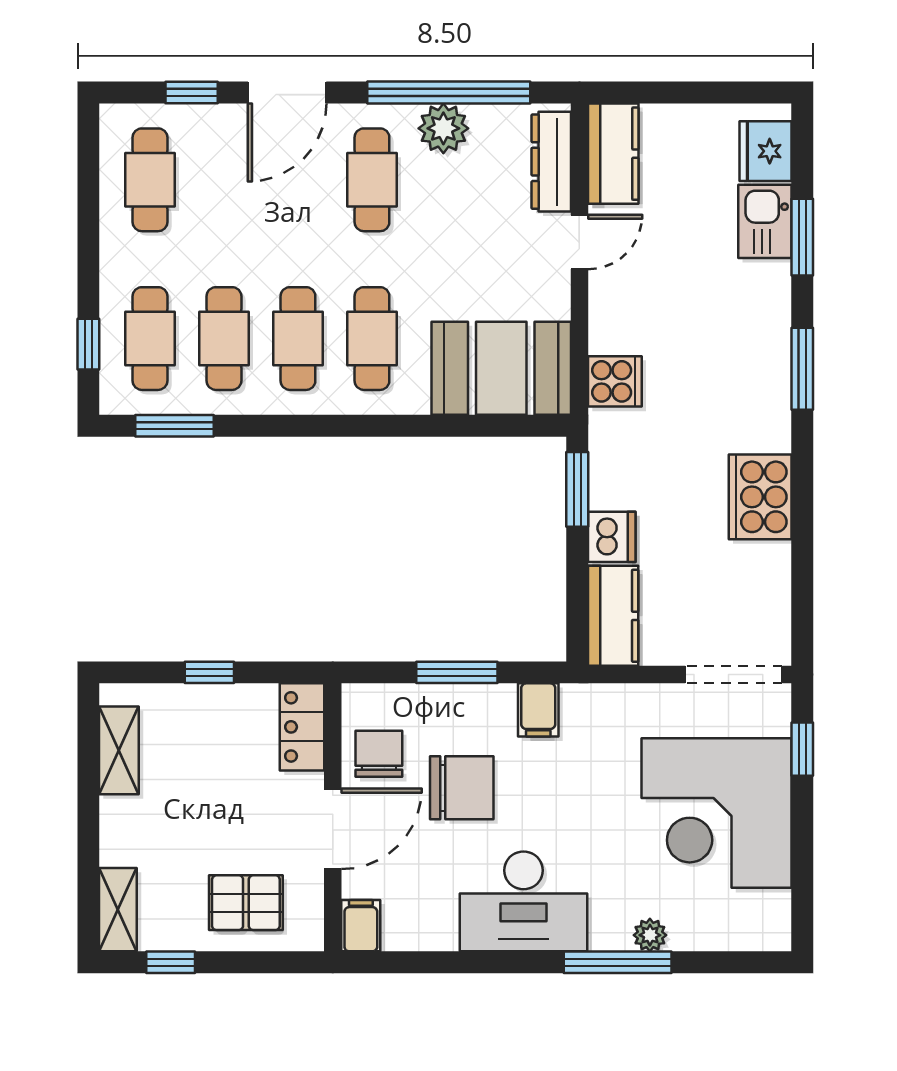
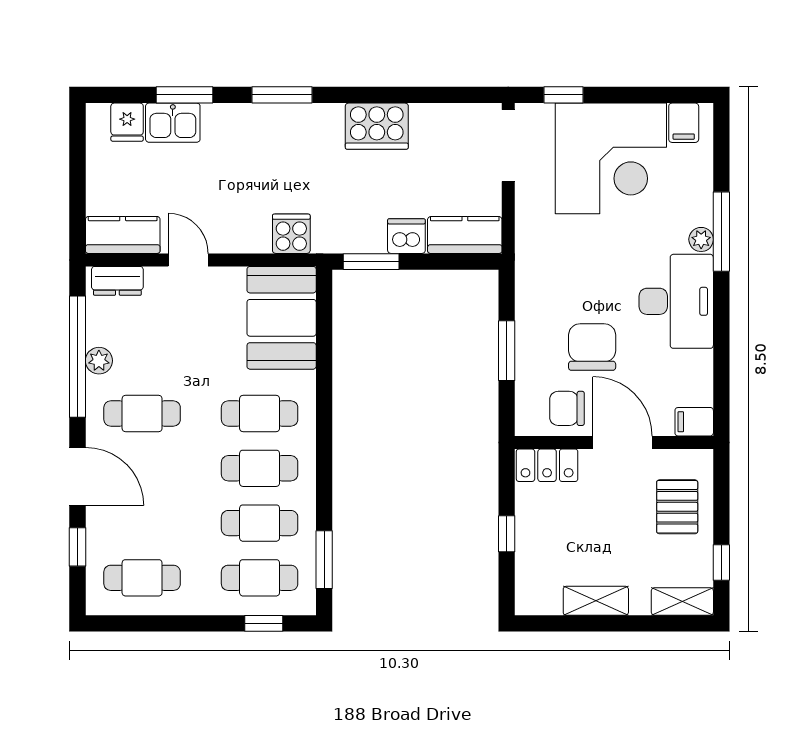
plant: (443, 128) -> (99, 361), width x0.73, depth x0.73
fridge: (766, 151) -> (127, 122), width x0.72
dresser: (551, 162) -> (117, 281), width x0.70
filing cabinet: (538, 710) -> (684, 123), moved, turned 90
shelving: (119, 750) -> (596, 601), moved
plant: (650, 935) -> (701, 239), moved

